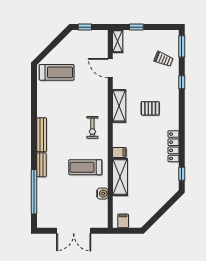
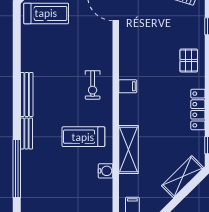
shelving: (119, 106) -> (183, 177), moved, turned 45
pallet: (150, 108) -> (189, 60), moved, turned 90
filing cabinet: (119, 152) -> (128, 86), moved

